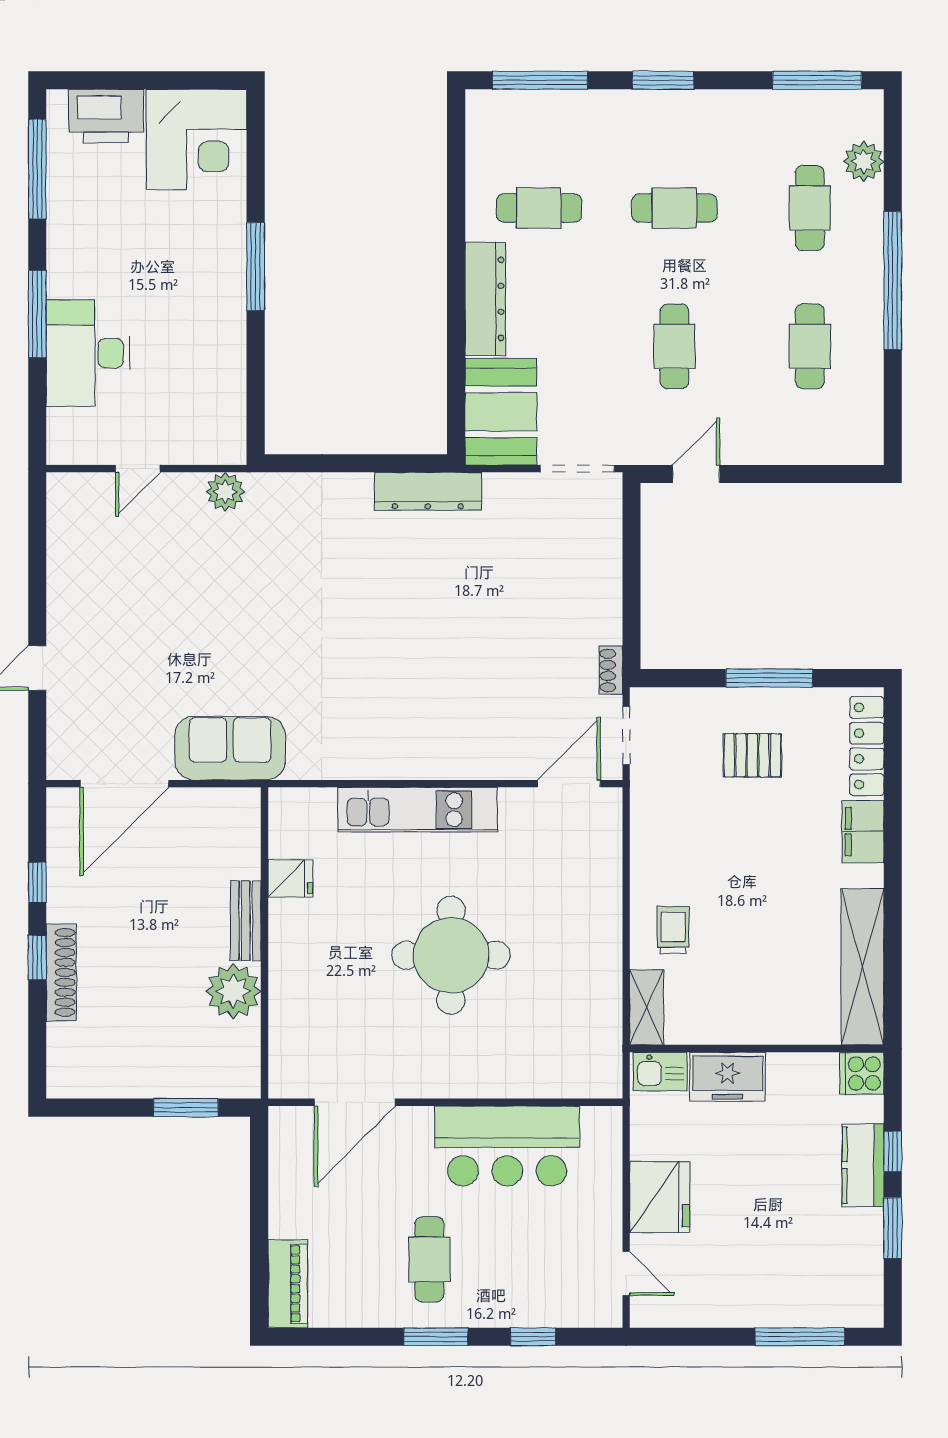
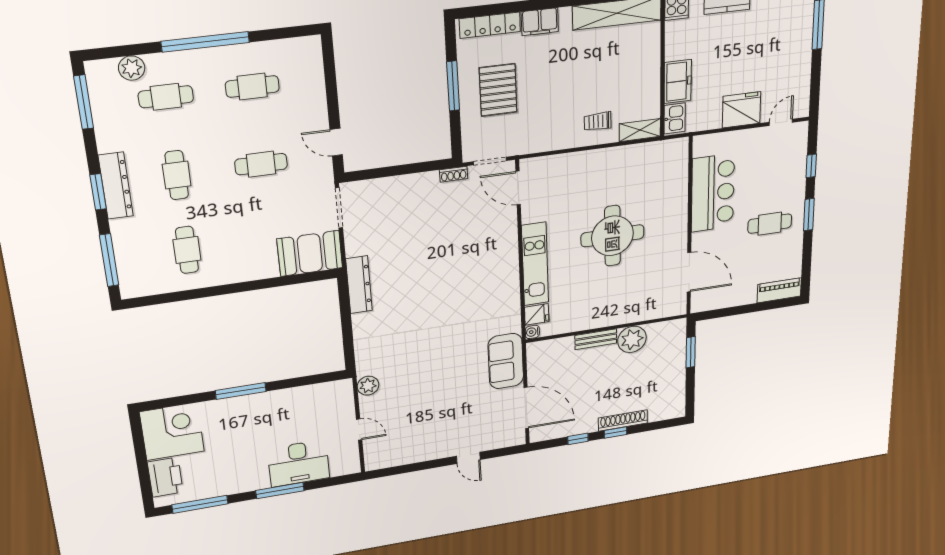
dresser: (485, 299) -> (116, 186), moved, turned 90
pallet: (752, 755) -> (498, 90), width x1.50, depth x1.42
water cooler: (282, 800) -> (532, 332), added
fridge: (290, 878) -> (537, 314), moved, turned 90

